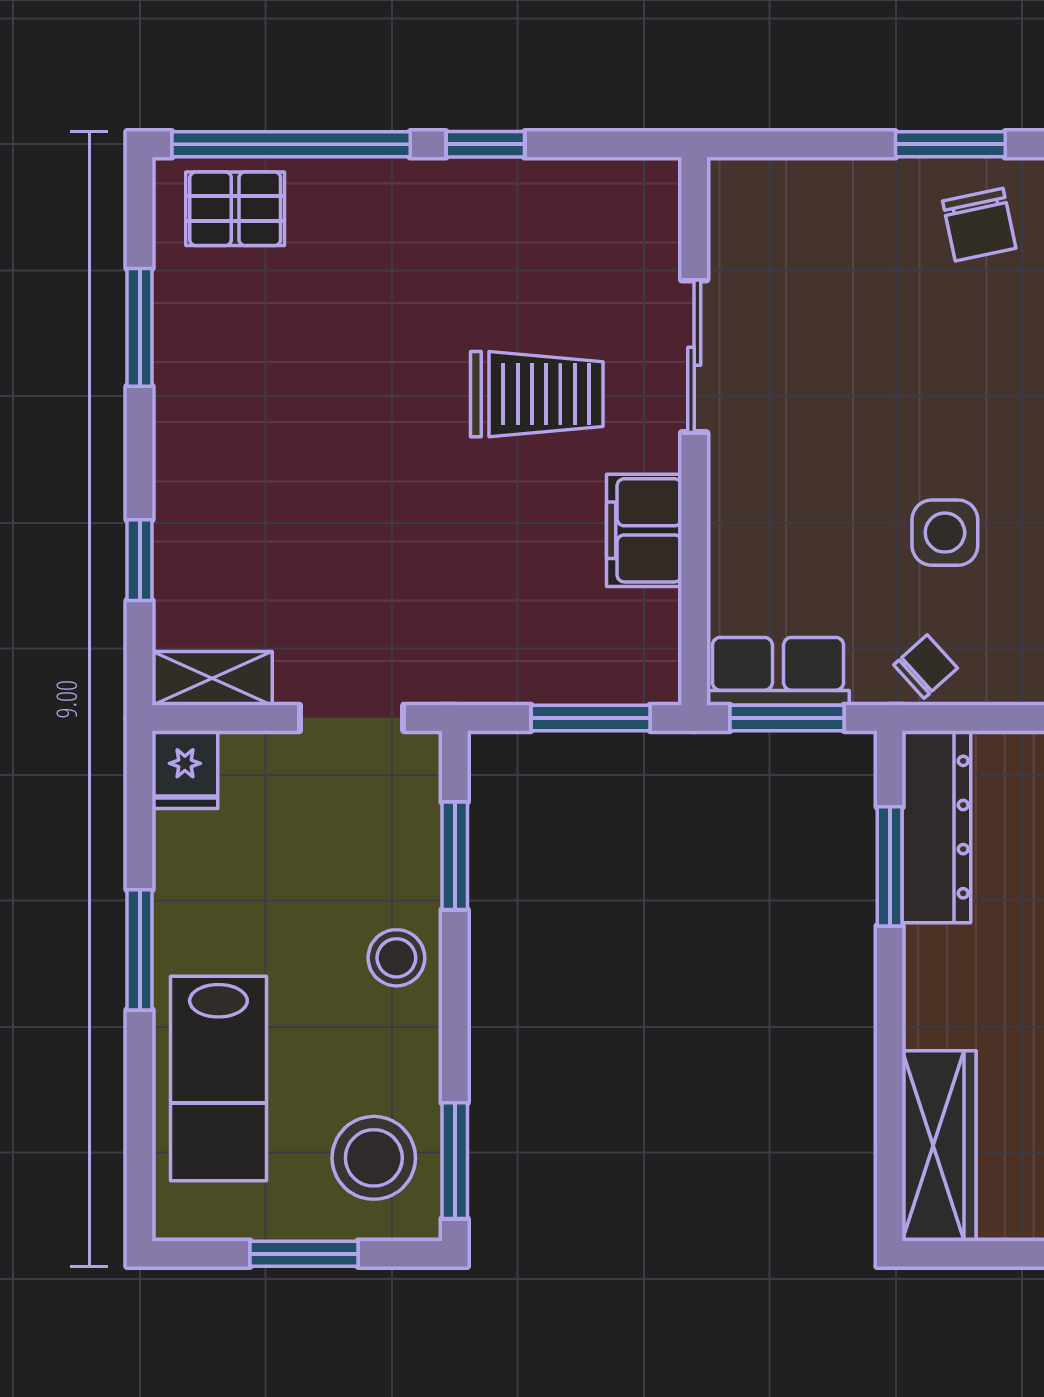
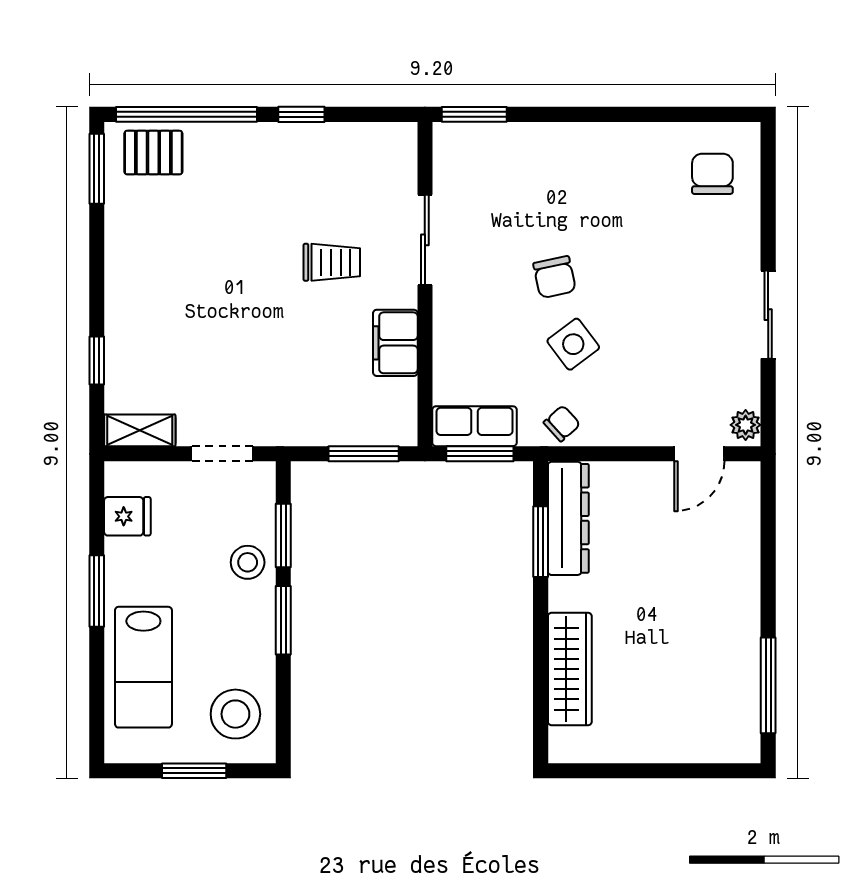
window: (950, 144) -> (474, 114), moved
chair: (979, 225) -> (555, 277), moved
window: (140, 327) -> (97, 169), moved
trolley: (537, 394) -> (332, 262), width x0.73, depth x0.72
side table: (945, 533) -> (573, 344), turned -37
fridge: (185, 770) -> (127, 516), moved, turned -90
stool: (396, 958) -> (248, 562), moved
wardrobe: (939, 1146) -> (570, 669), moved
window: (455, 1161) -> (283, 620), moved

